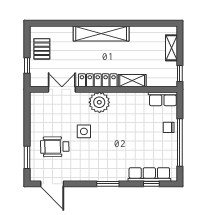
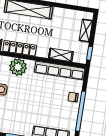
shelving: (132, 81) -> (61, 55), moved
row of seats: (163, 99) -> (60, 70), width x2.02

